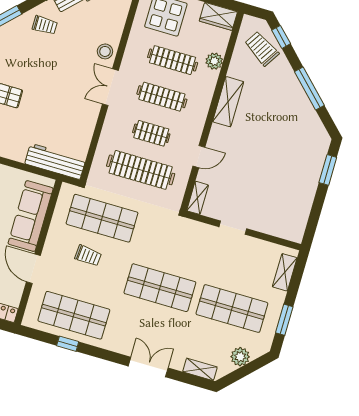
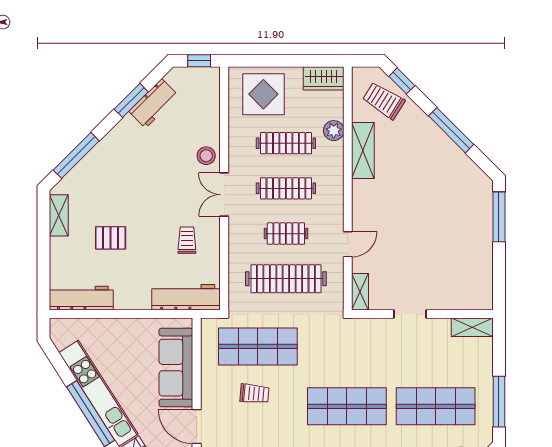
trolley: (45, 25) -> (187, 240), moved, turned -90
shelving: (228, 102) -> (363, 150), moved
window: (328, 170) -> (499, 217), width x1.44
shelving: (285, 272) -> (472, 327), moved, turned 90
window: (284, 320) -> (499, 402), width x1.44

